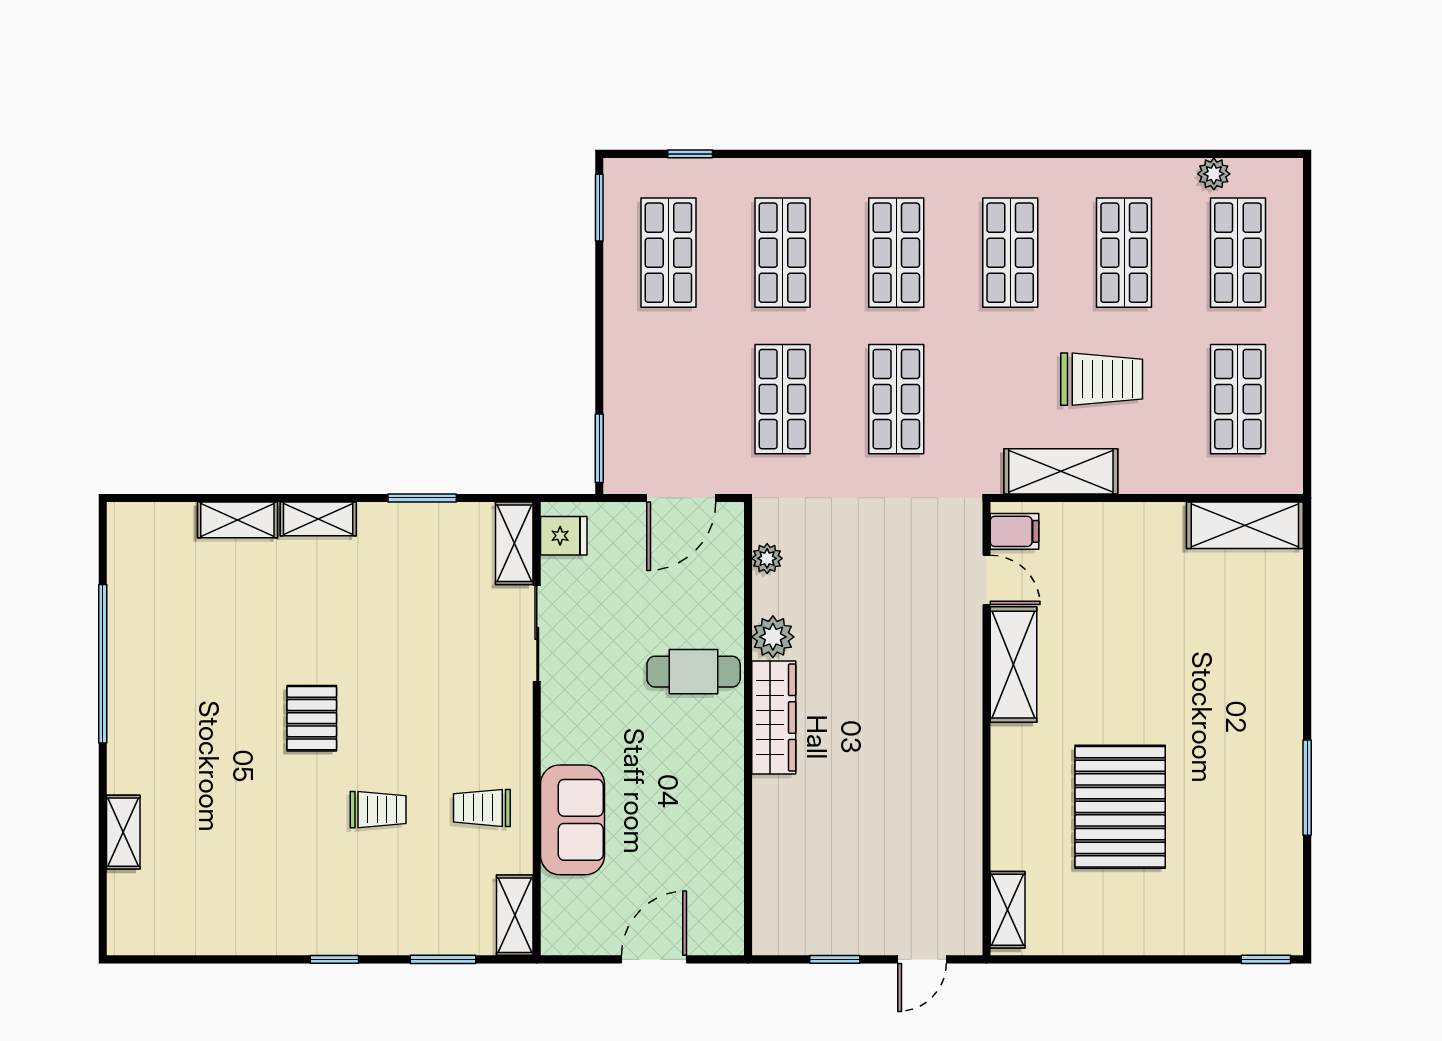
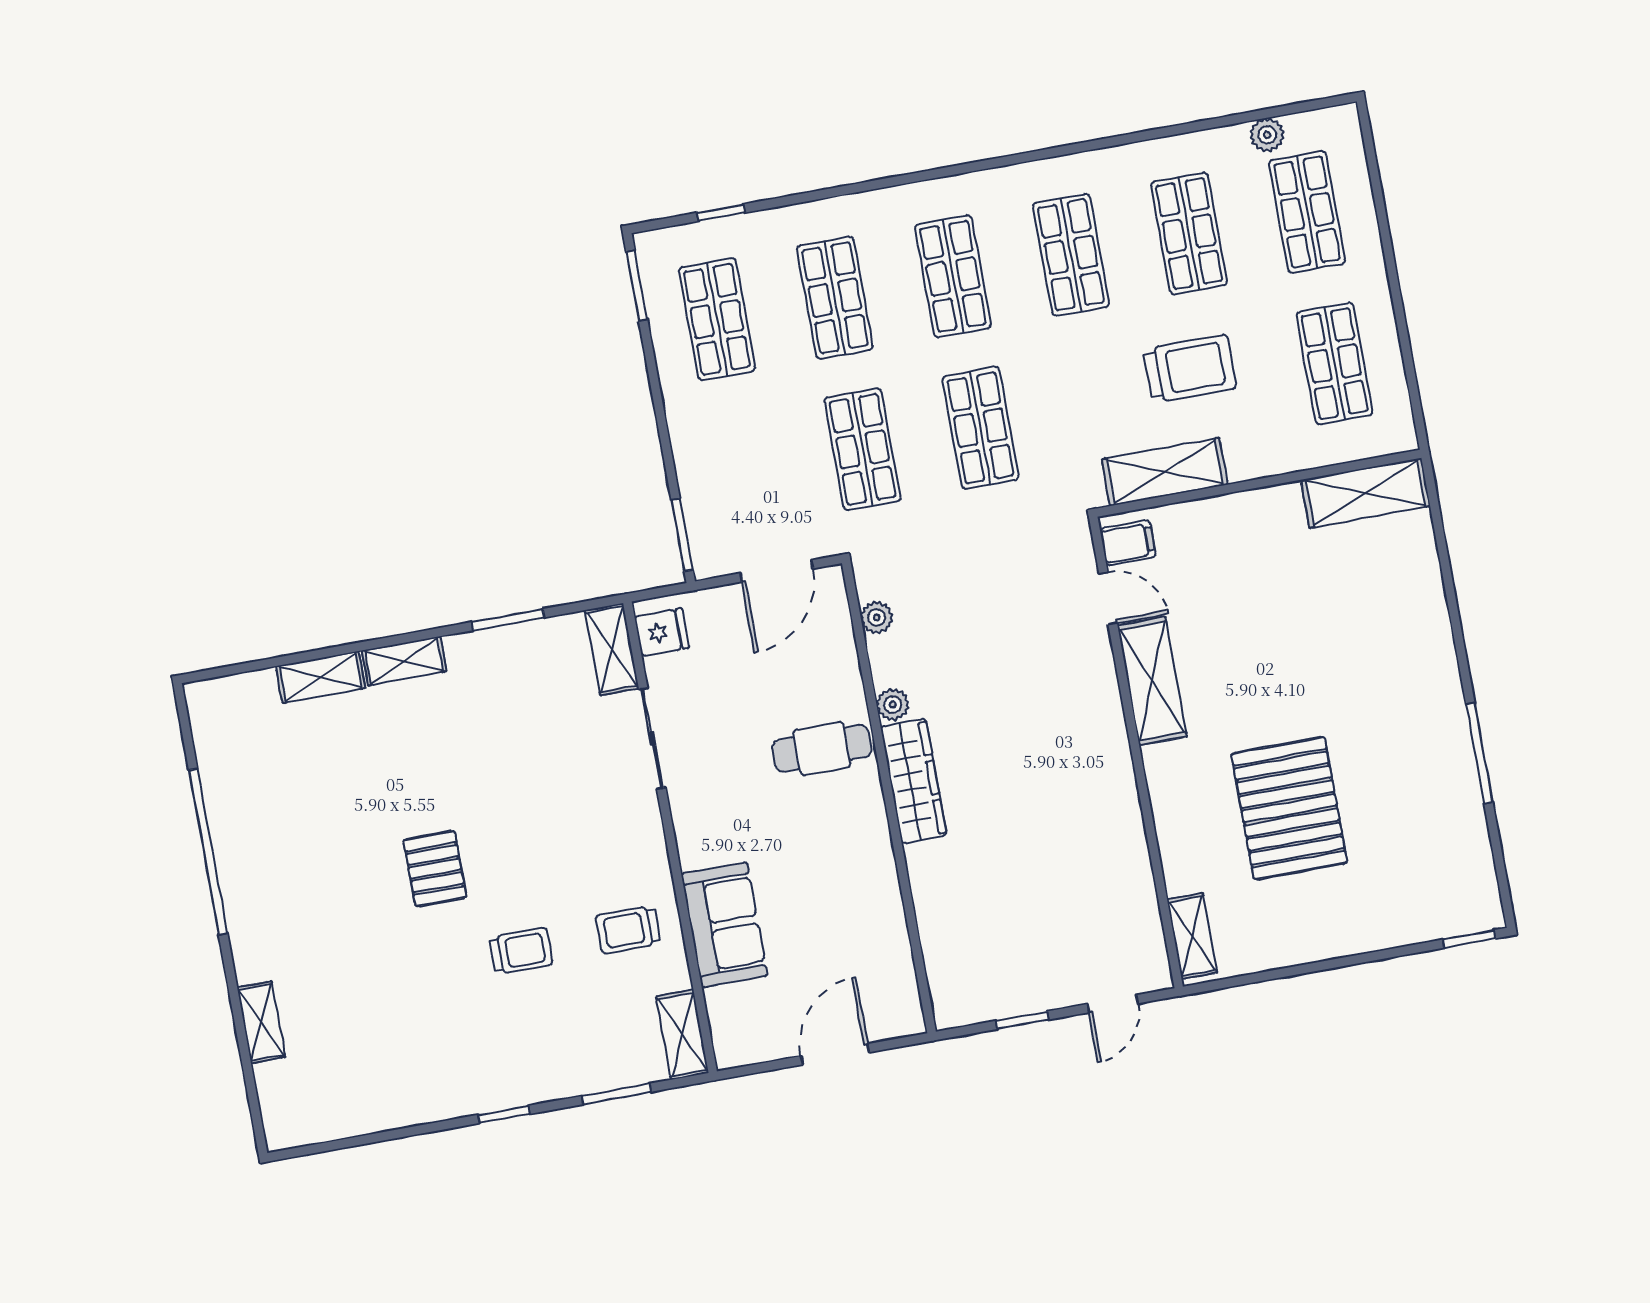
plant: (773, 637) -> (893, 705), width x0.73, depth x0.73

